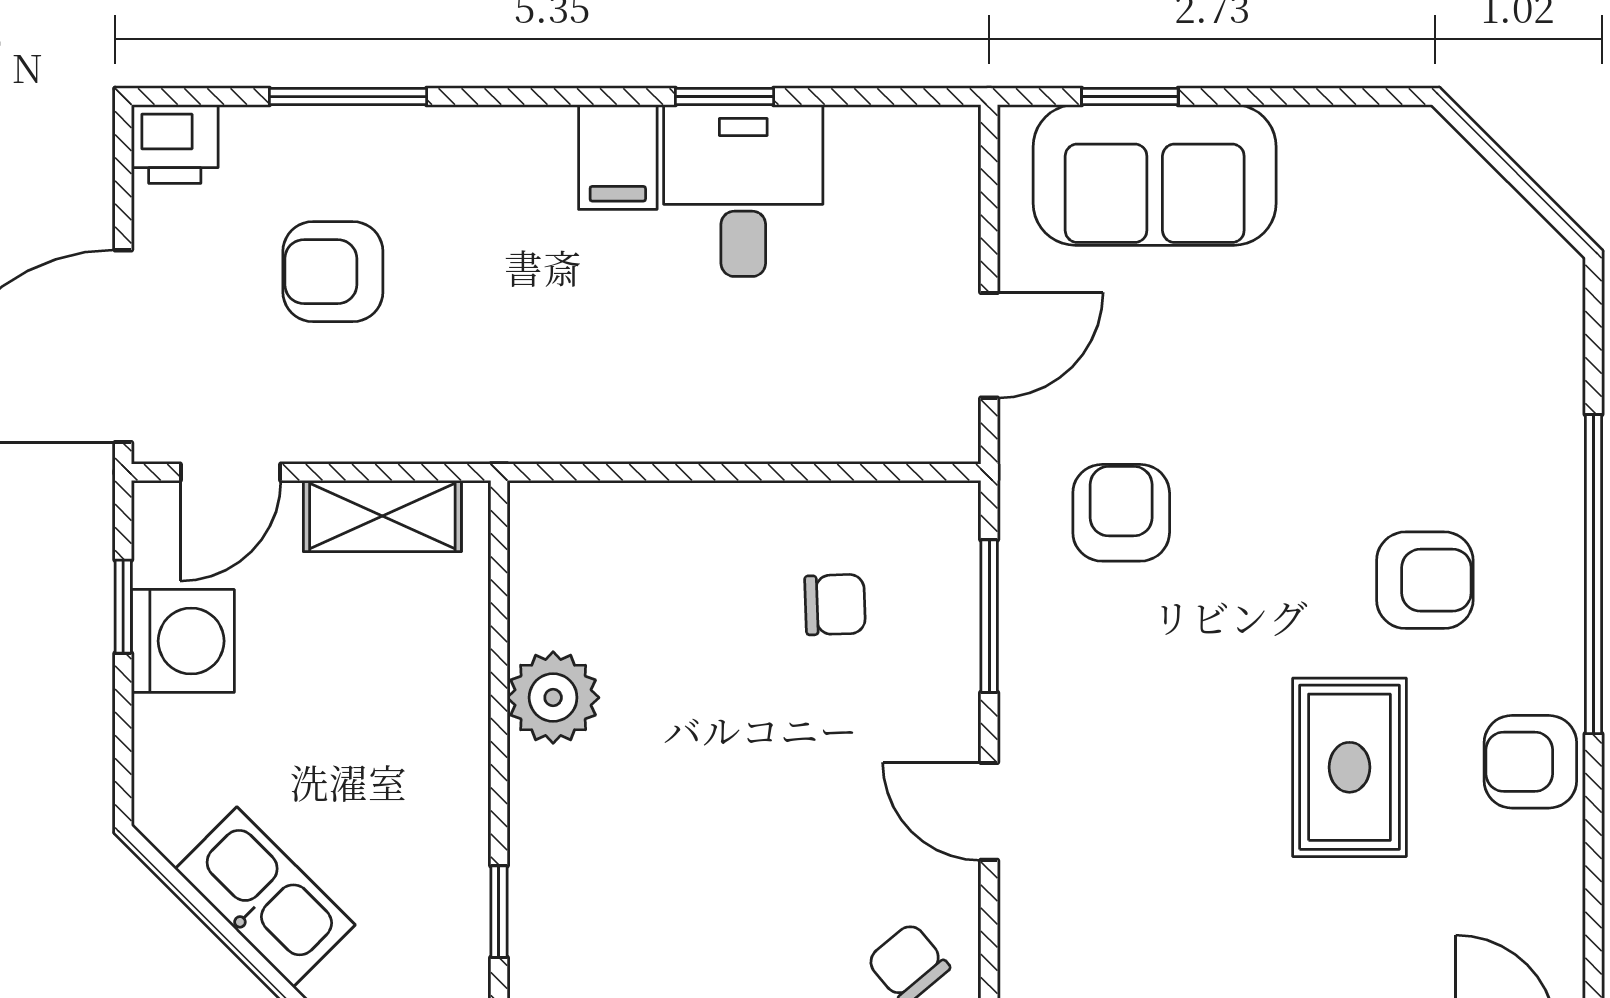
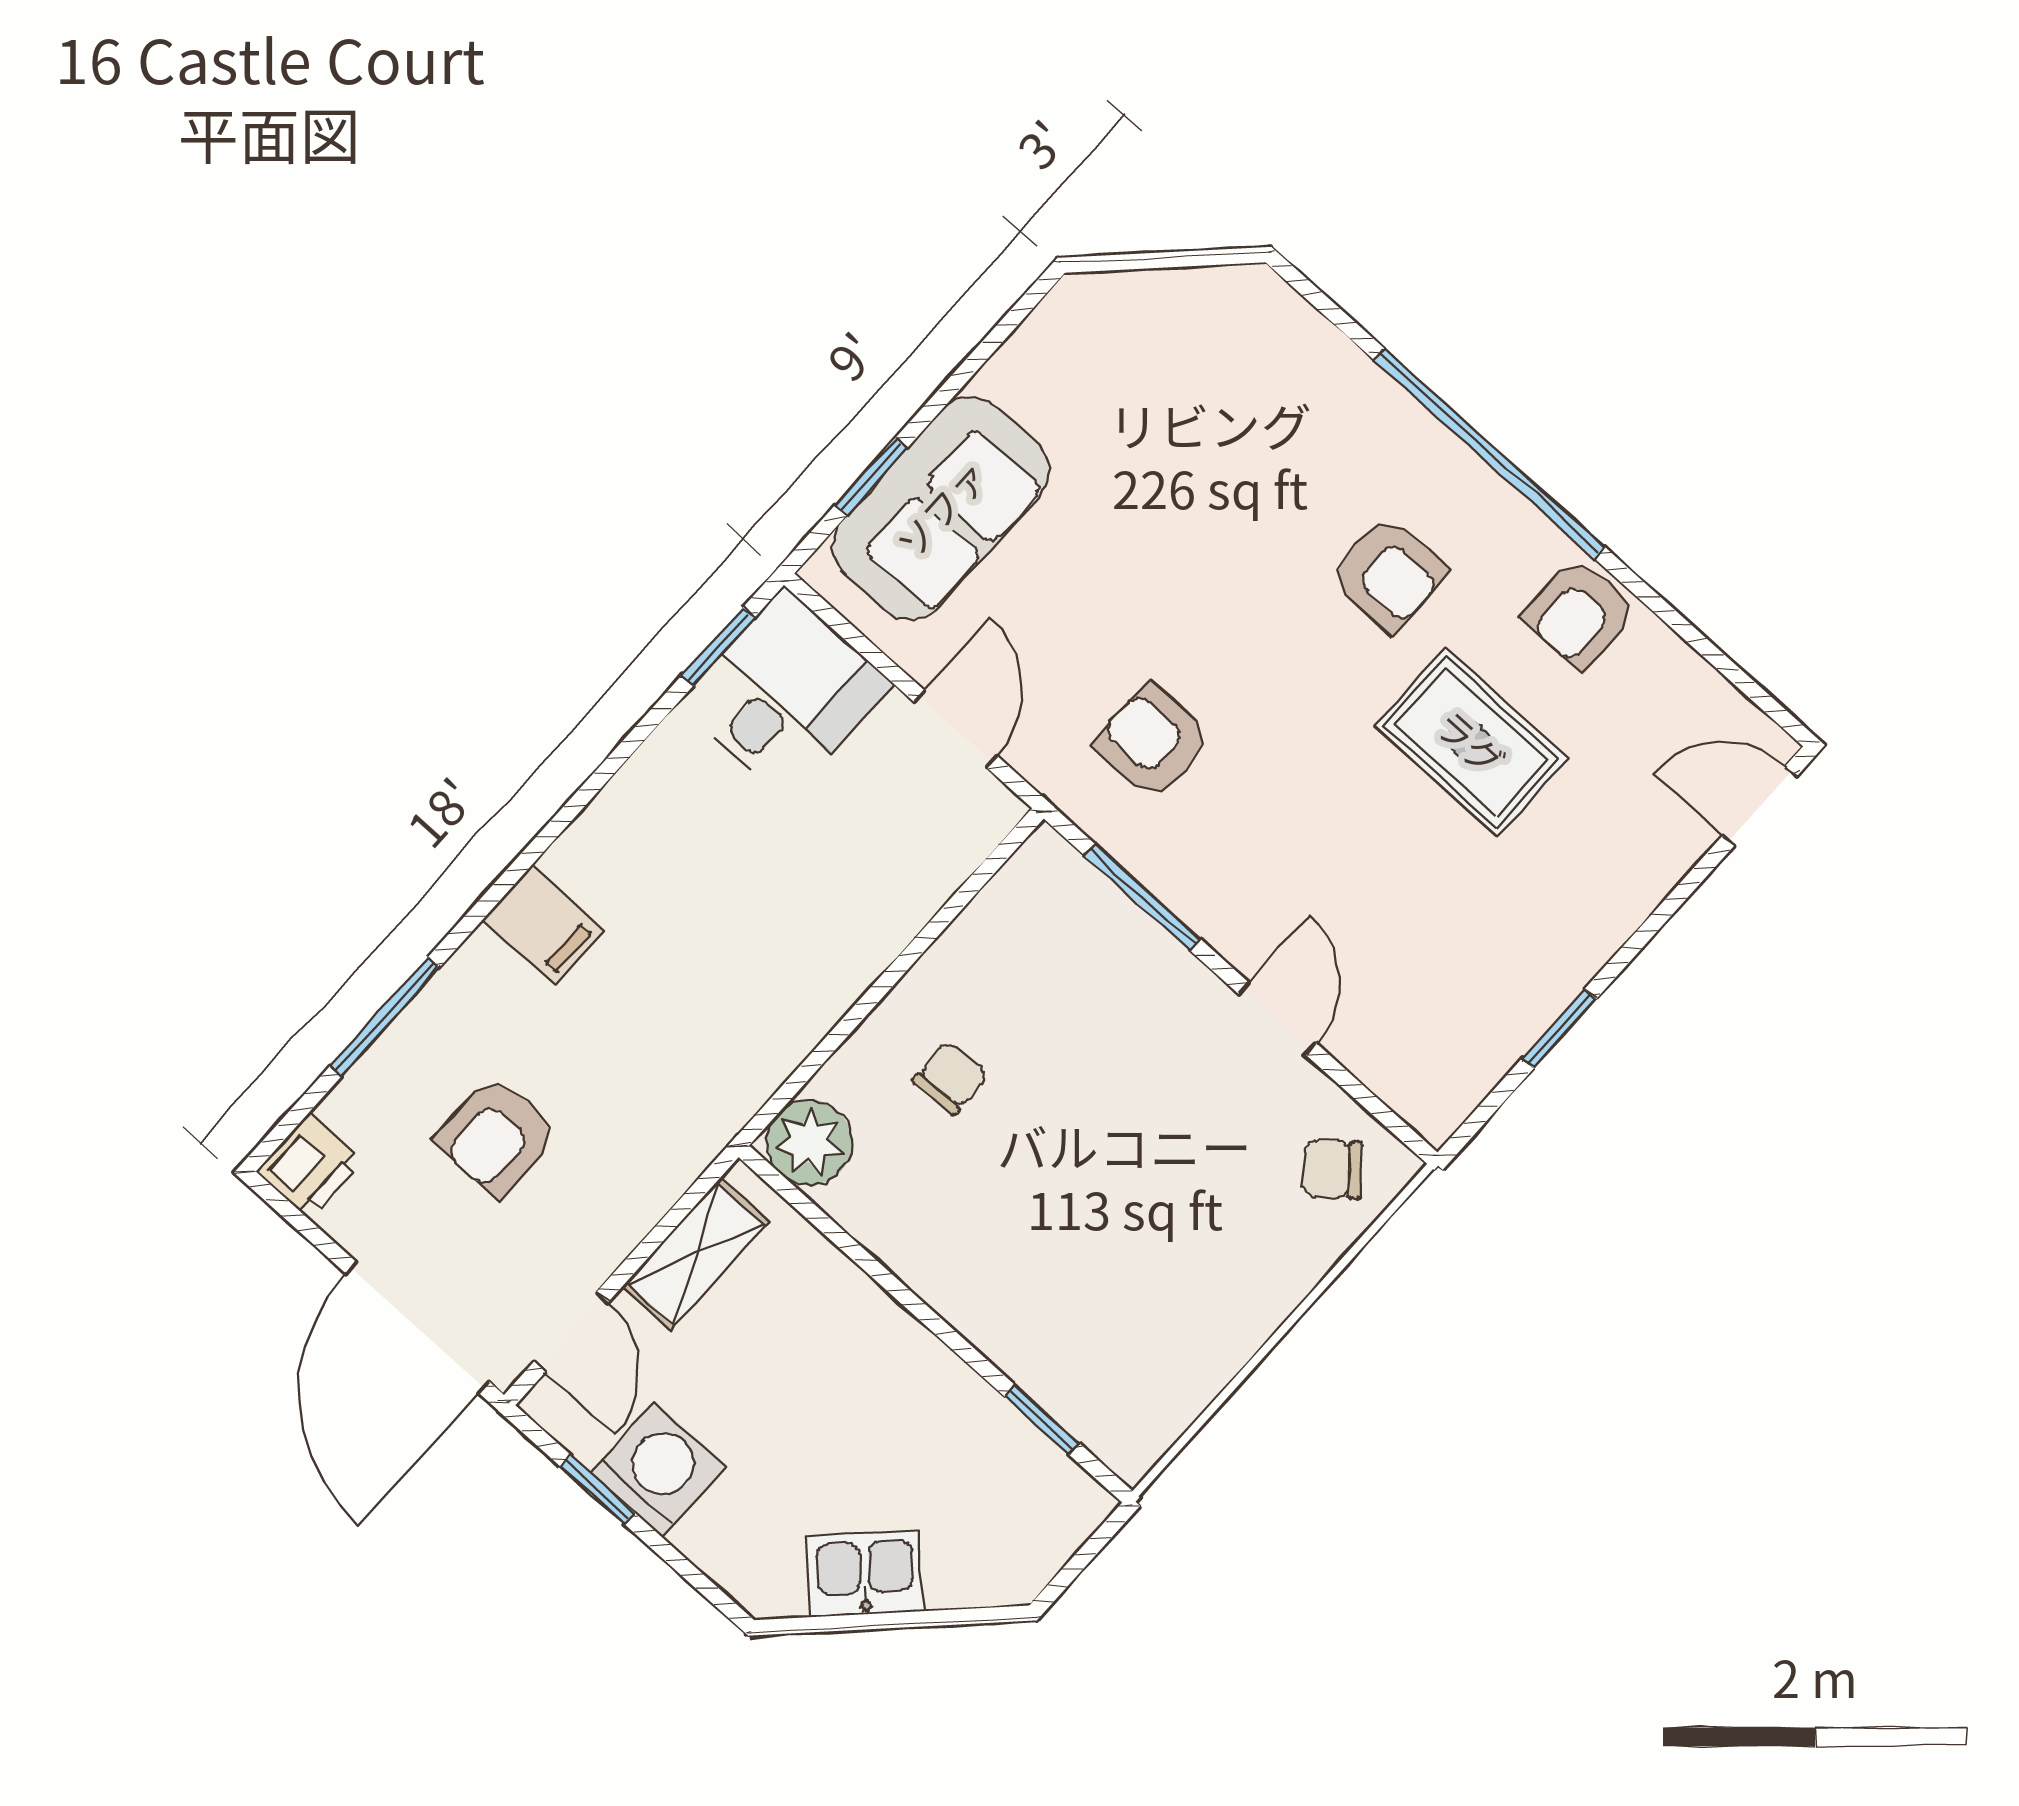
window: (725, 97) -> (718, 647), moved
filing cabinet: (618, 157) -> (543, 925), moved
desk: (743, 191) -> (786, 694), moved, turned 90
armchair: (1425, 580) -> (1389, 574), turned 90
chair: (835, 605) -> (950, 1078), moved
plant: (553, 698) -> (809, 1142), moved
door: (989, 811) -> (1277, 1019), swing flipped
kitchen sink: (265, 897) -> (865, 1573), width x0.73

